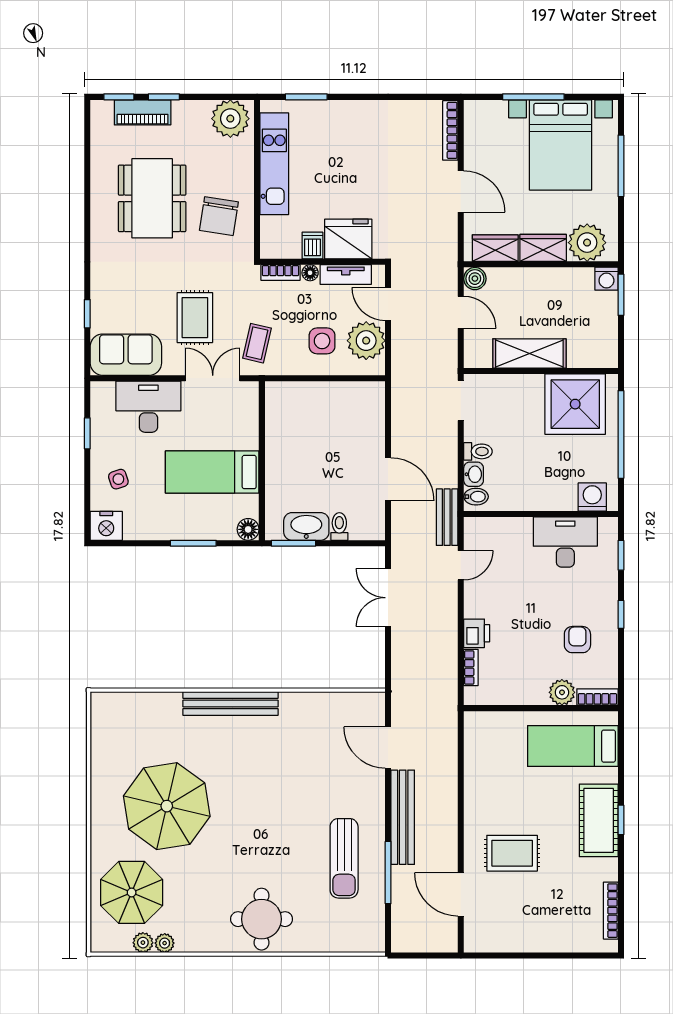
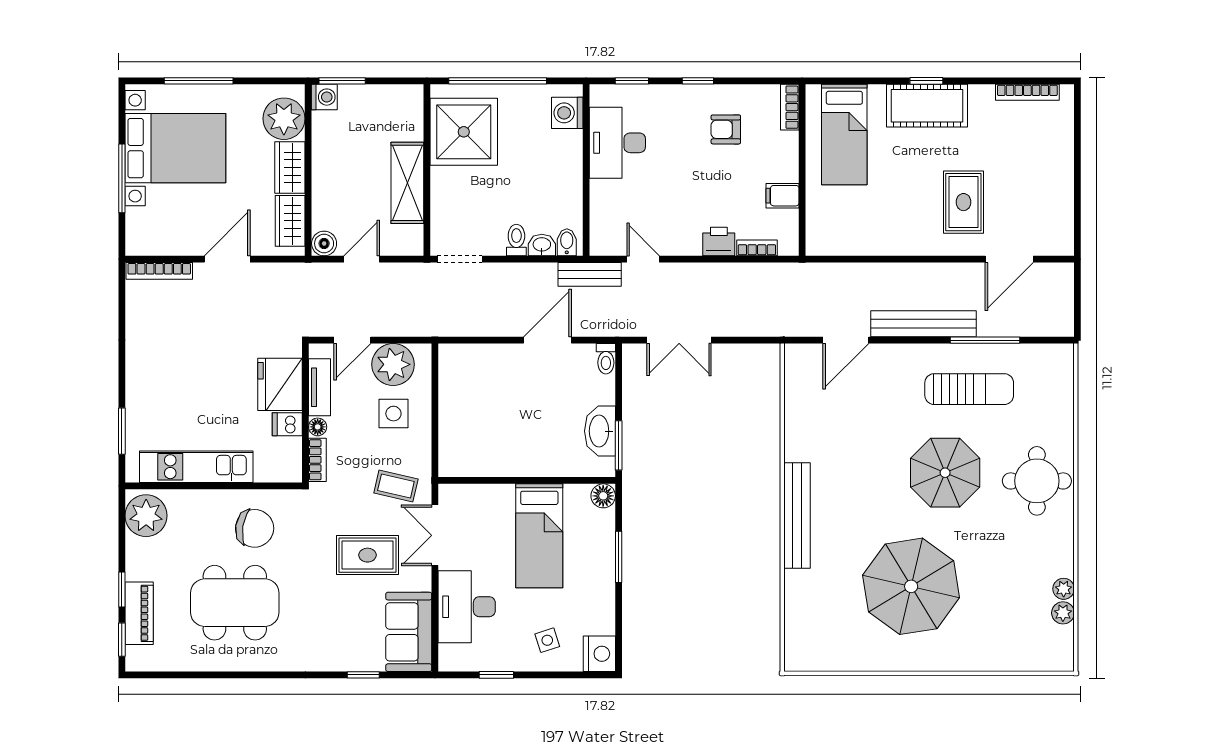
toilet: (339, 526) -> (606, 359), moved, turned -90
filing cabinet: (518, 690) -> (782, 196), added
plant: (562, 692) -> (785, 147), removed
parasol: (132, 892) -> (945, 473), moved

